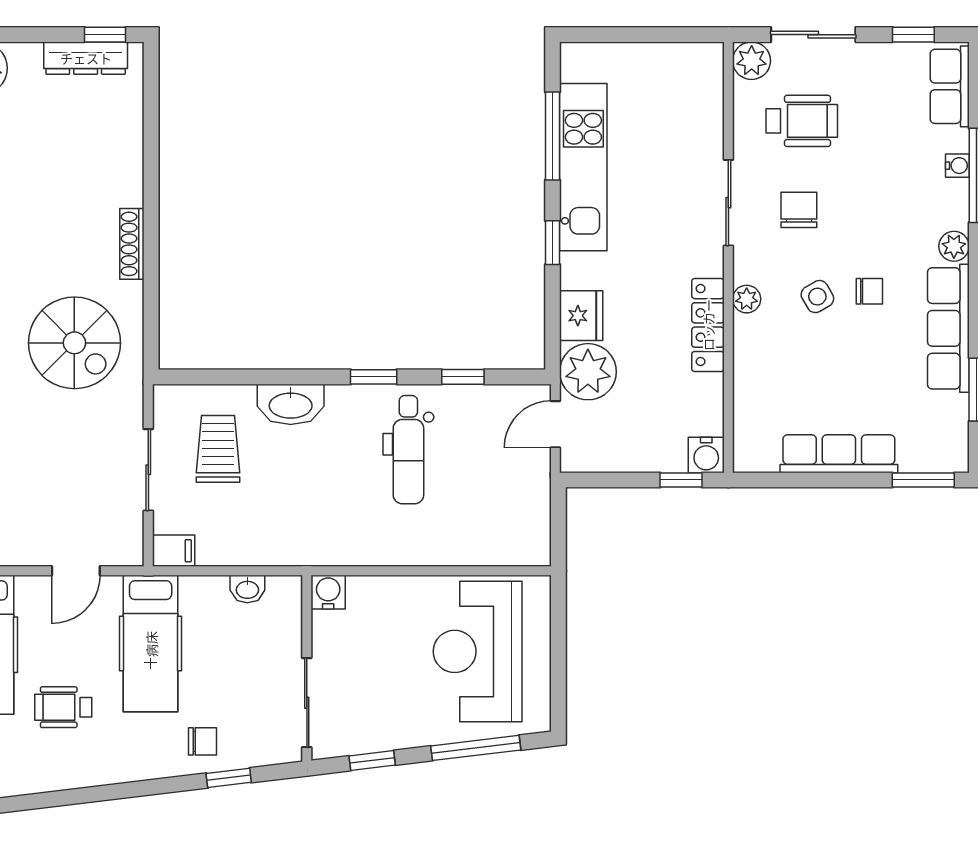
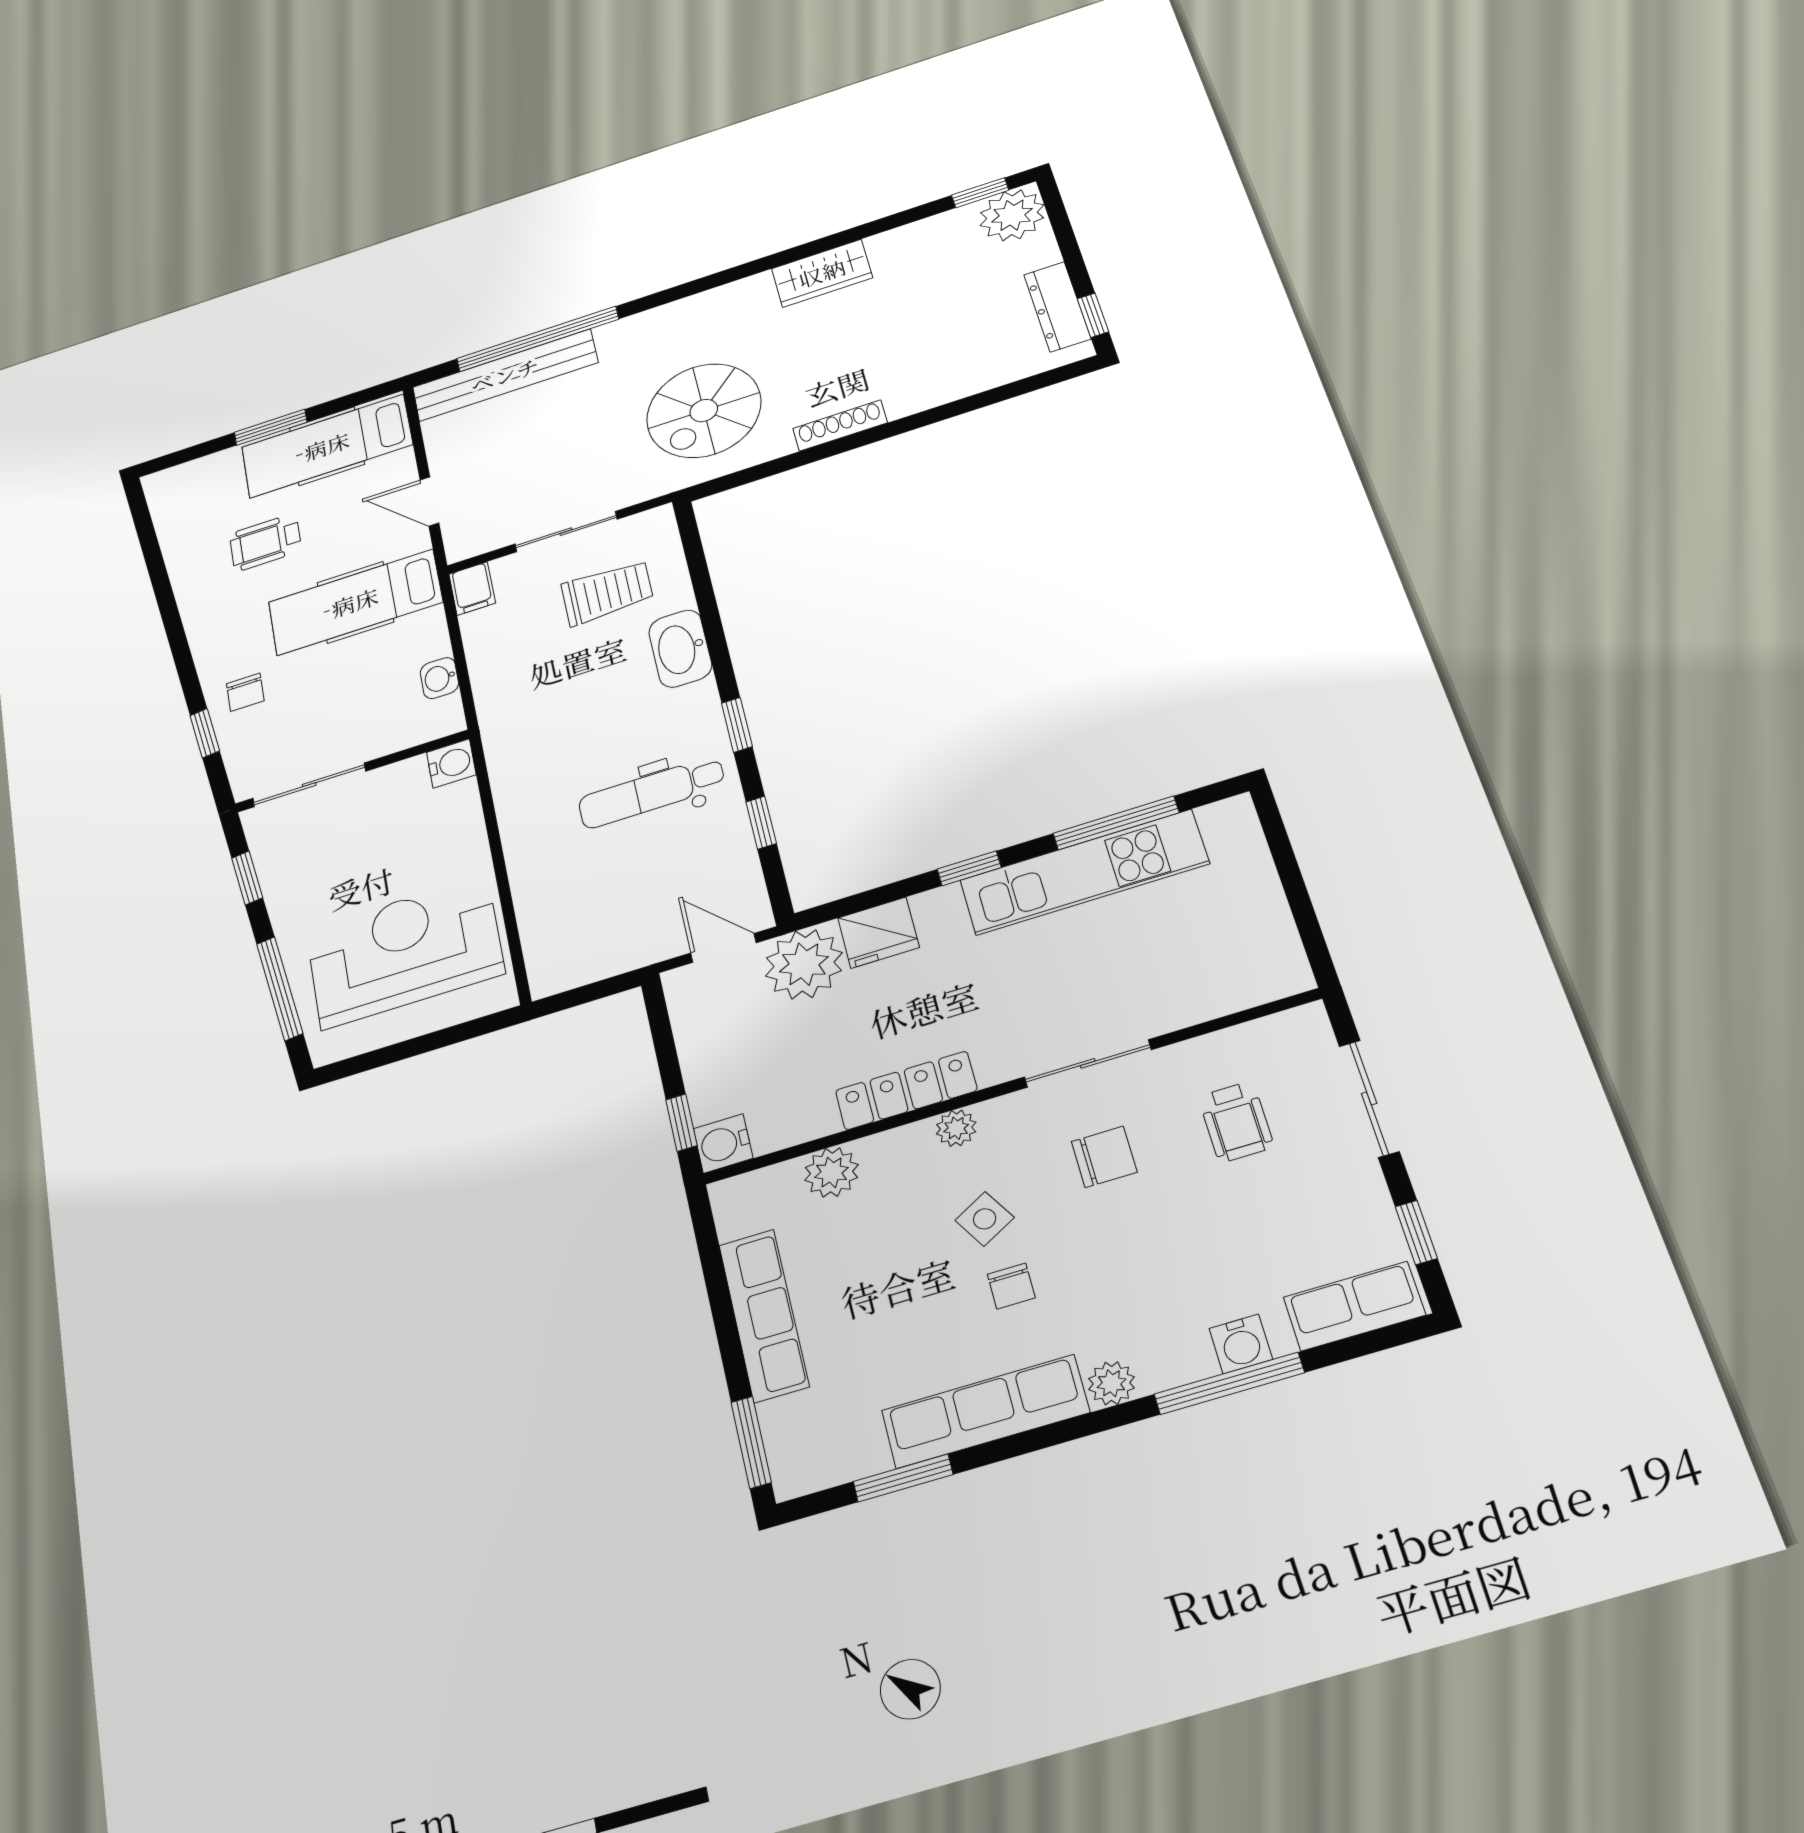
plant: (752, 61) -> (831, 1172), moved
wheelchair: (802, 121) -> (1236, 1122), width x0.73, depth x0.73
water cooler: (957, 166) -> (1241, 1344), width x1.38, depth x1.38
wheelchair: (63, 707) -> (265, 542), turned -90

